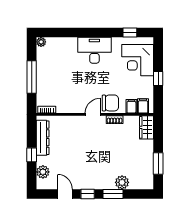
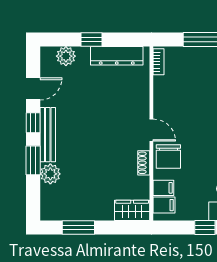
bench: (96, 184) -> (48, 135), added

